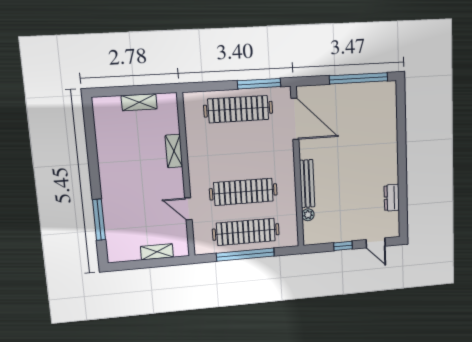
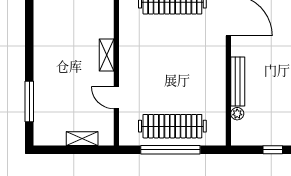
shelving: (174, 151) -> (107, 55), moved
clothes rail: (243, 192) -> (172, 85), removed

